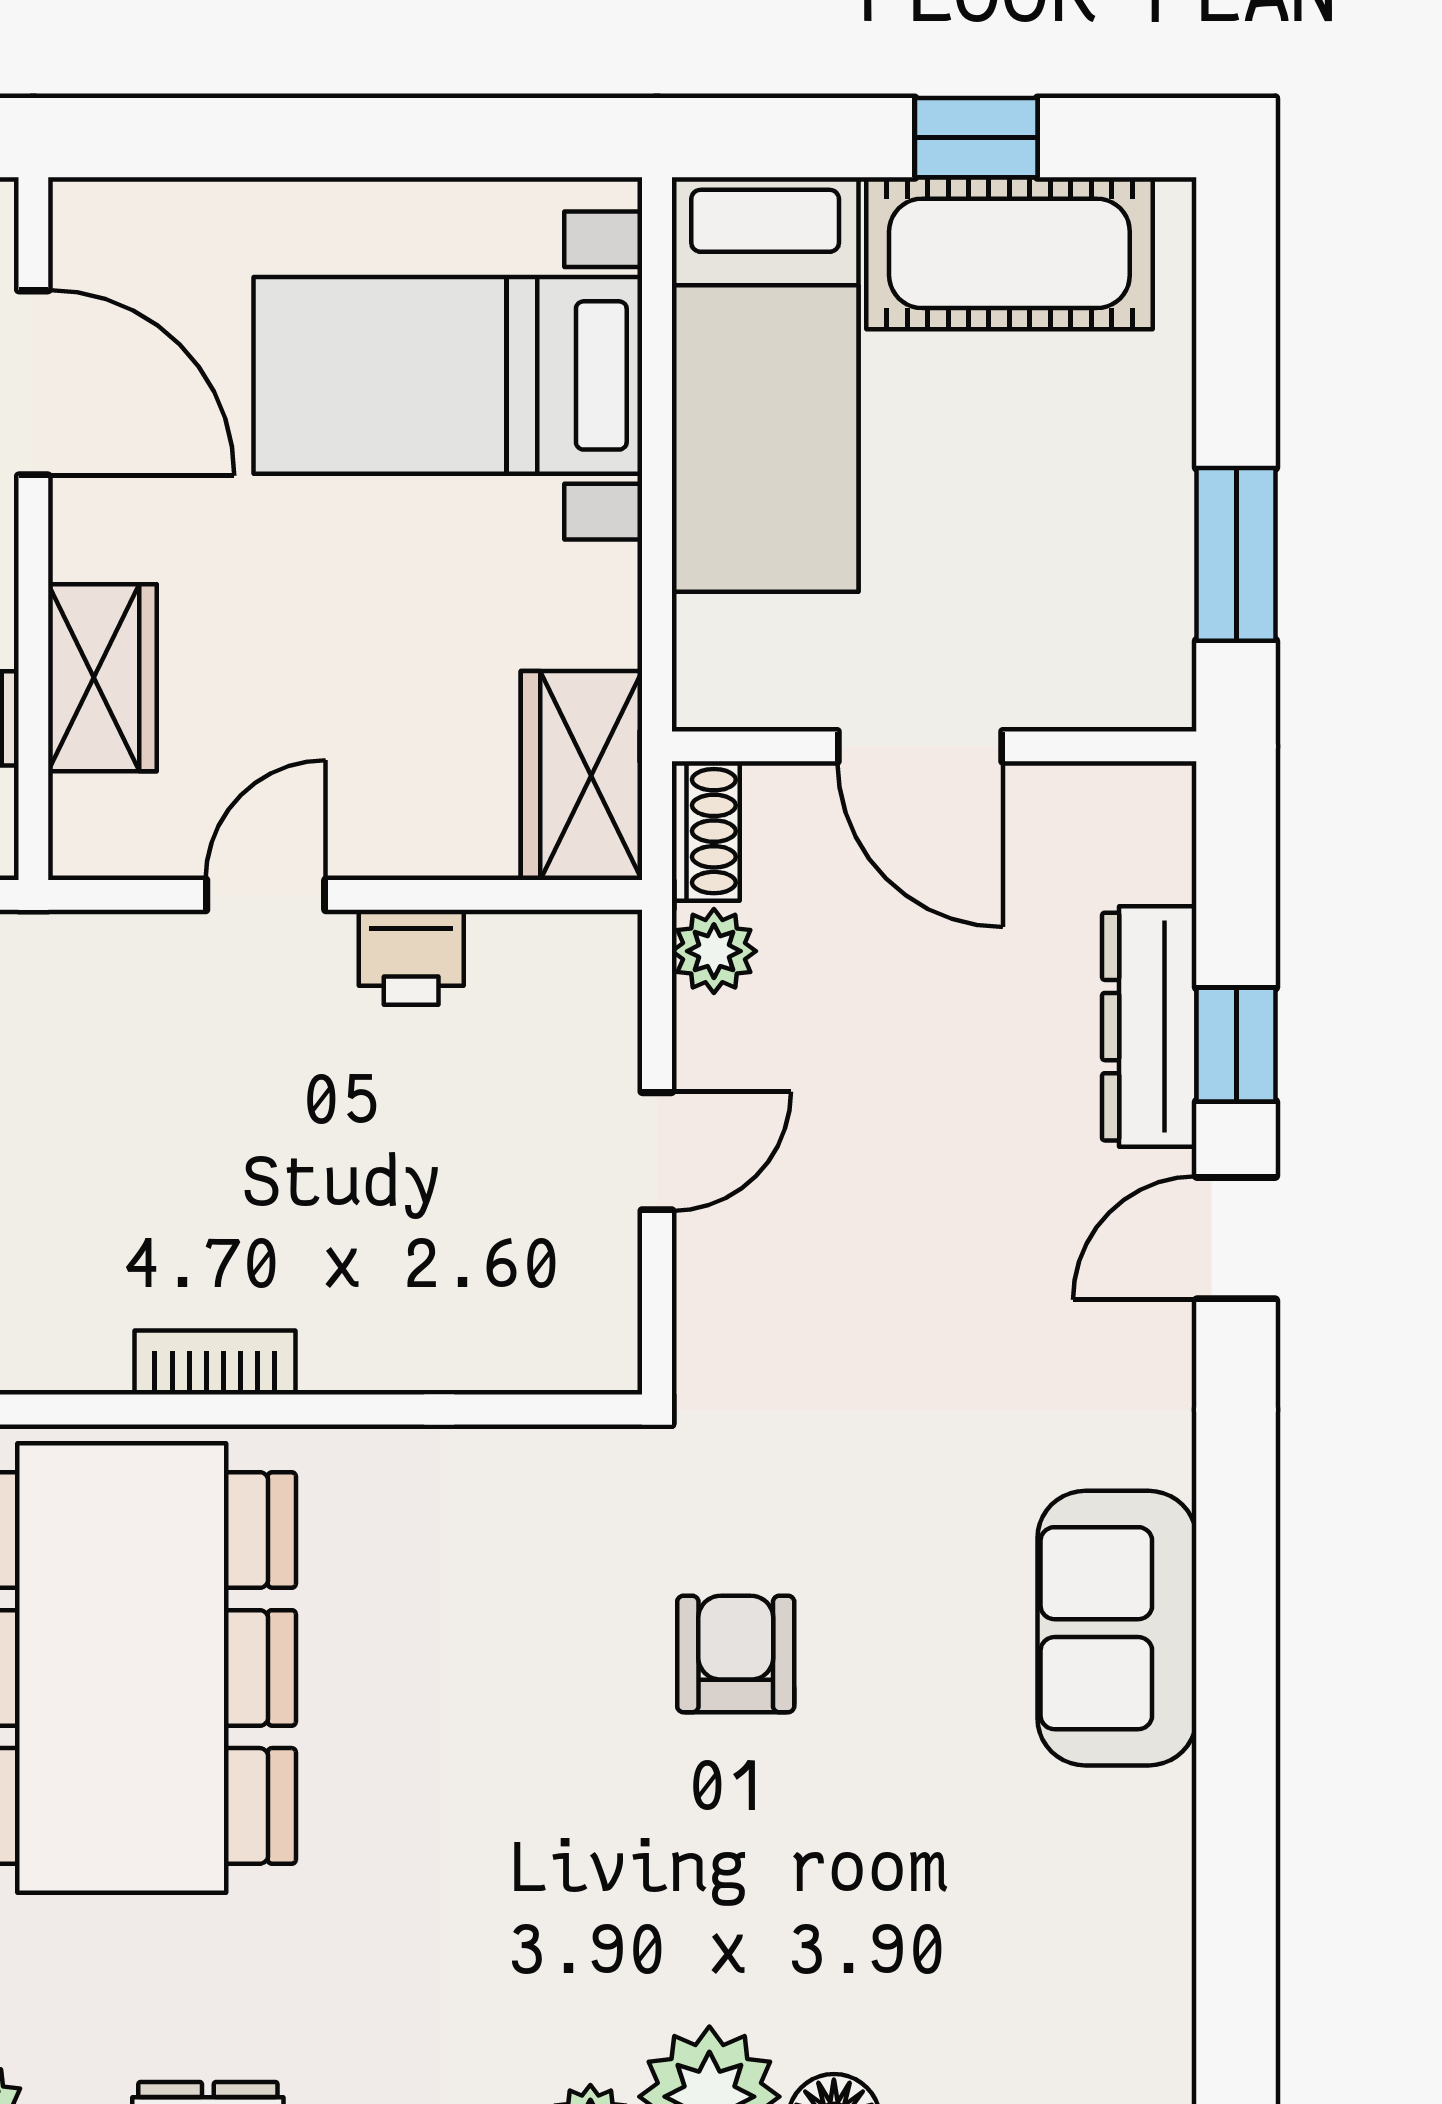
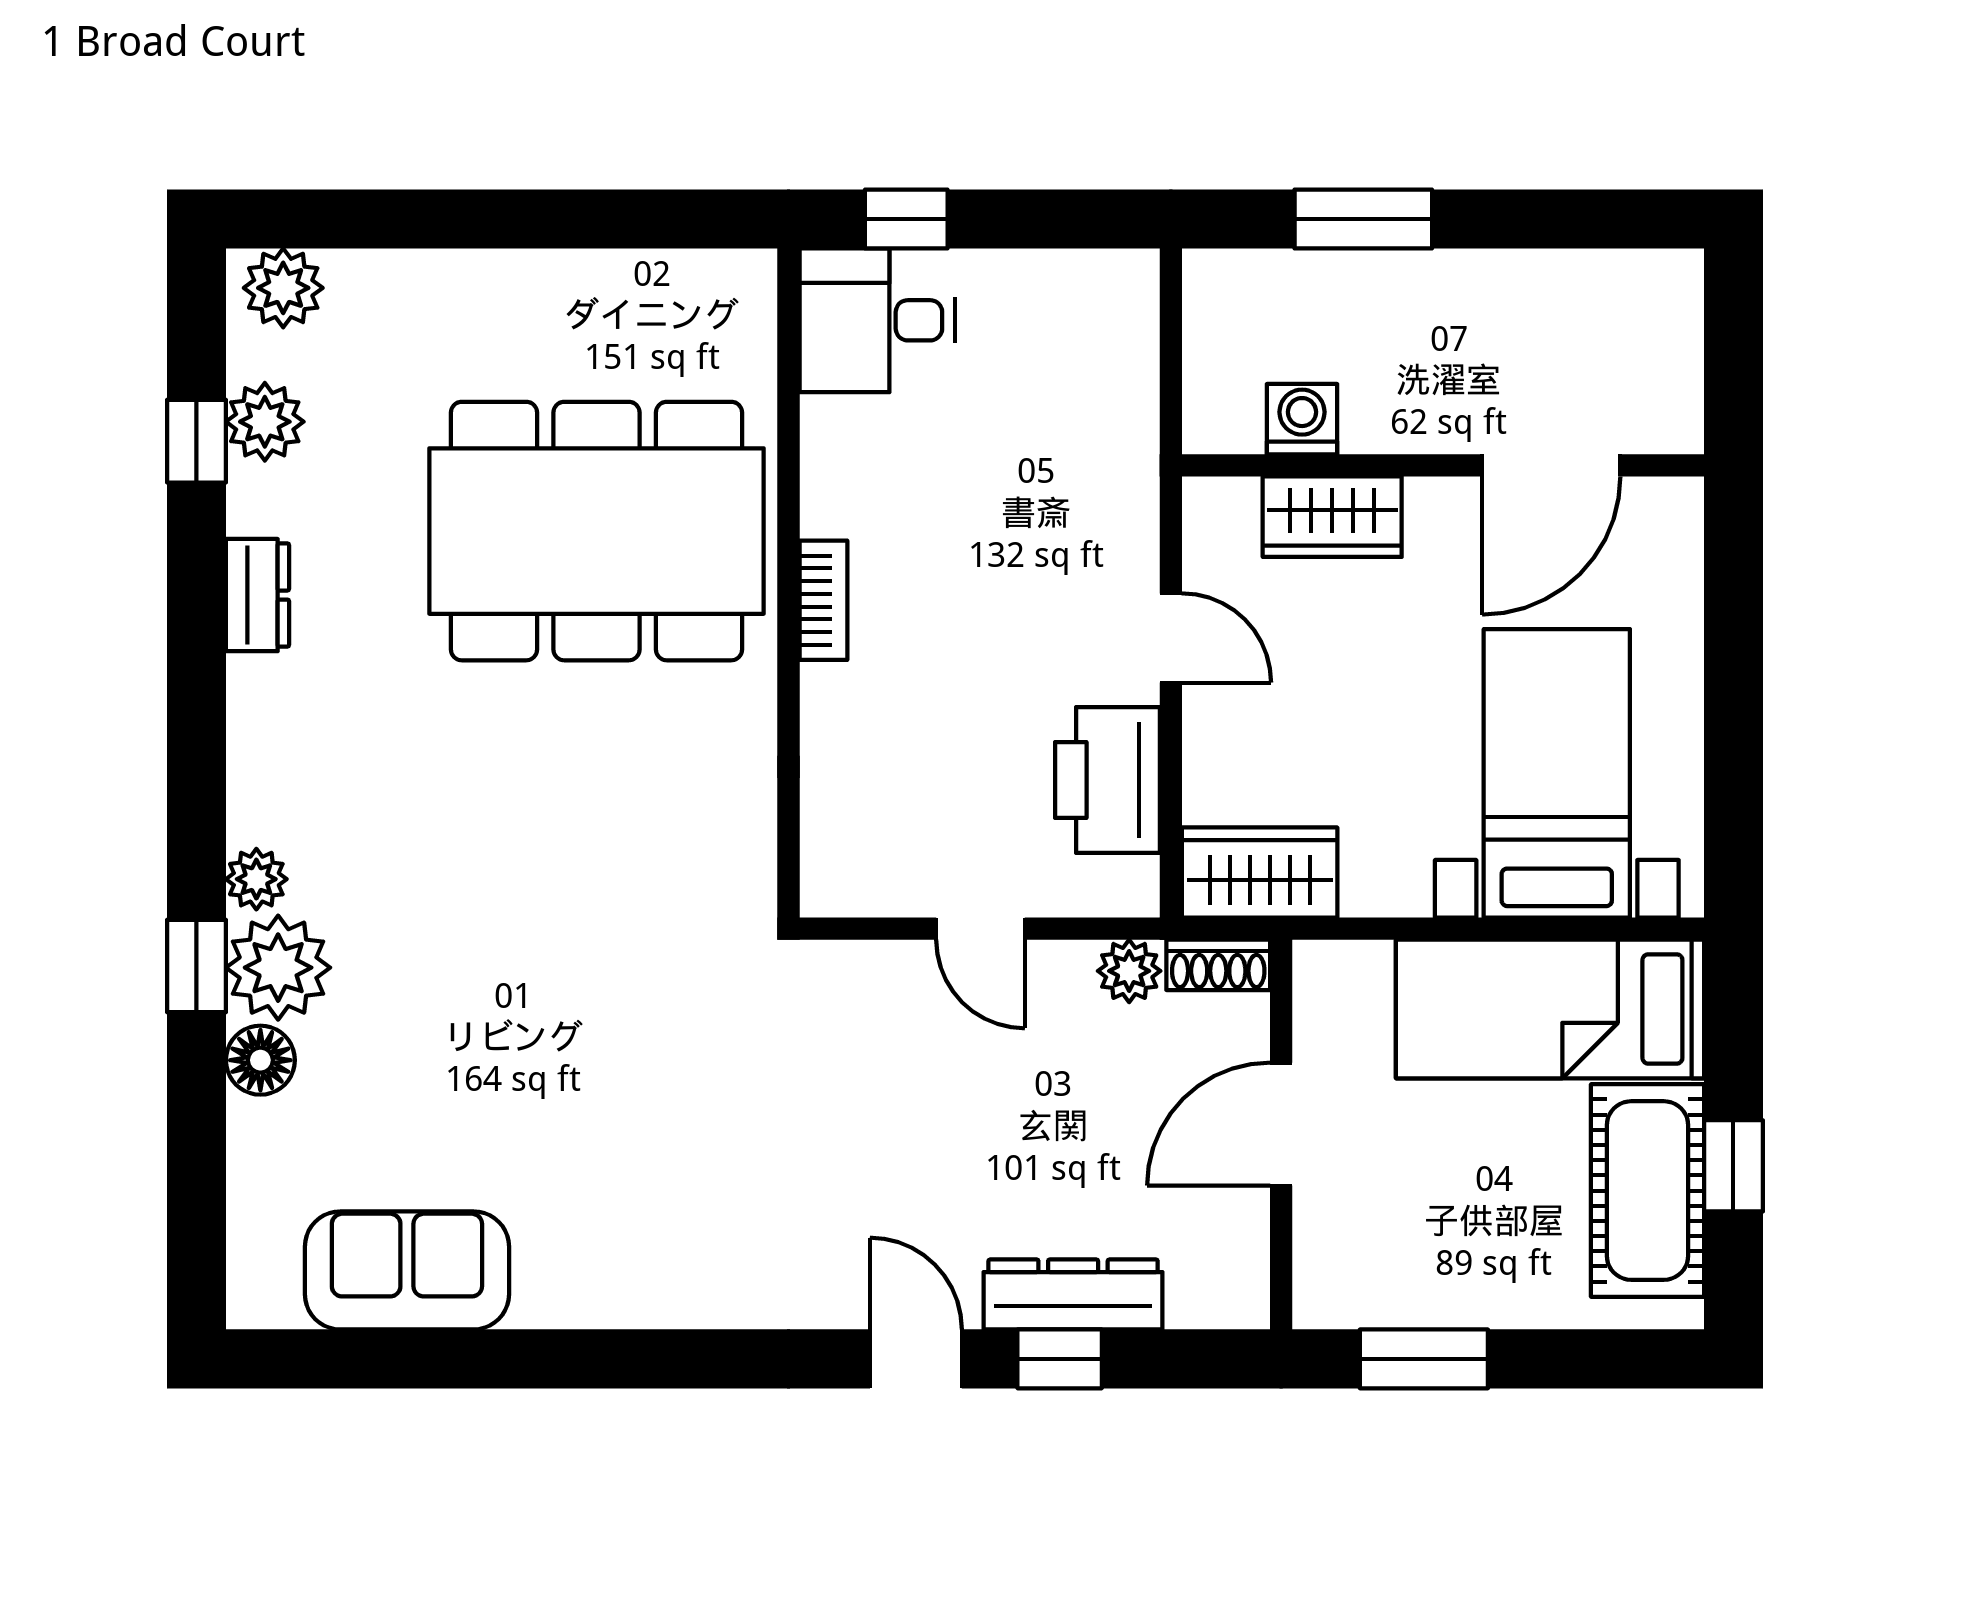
printer: (411, 957) -> (1107, 780), width x1.87, depth x1.48
sofa: (1117, 1628) -> (407, 1270), moved
armchair: (736, 1654) -> (607, 987), removed

